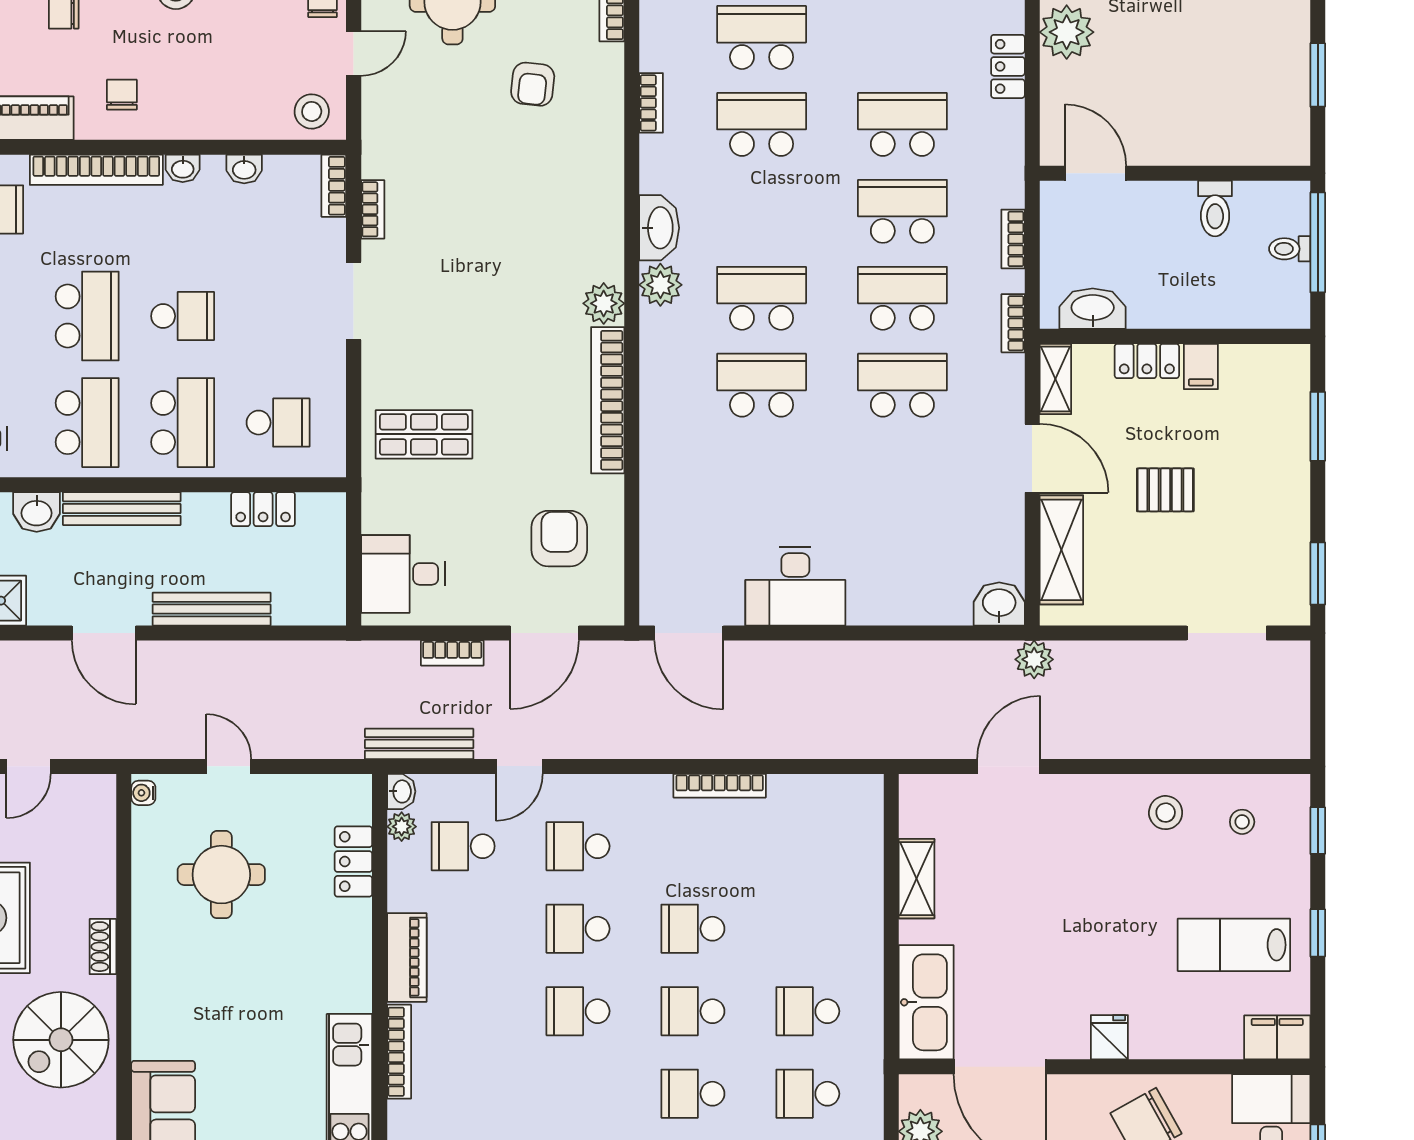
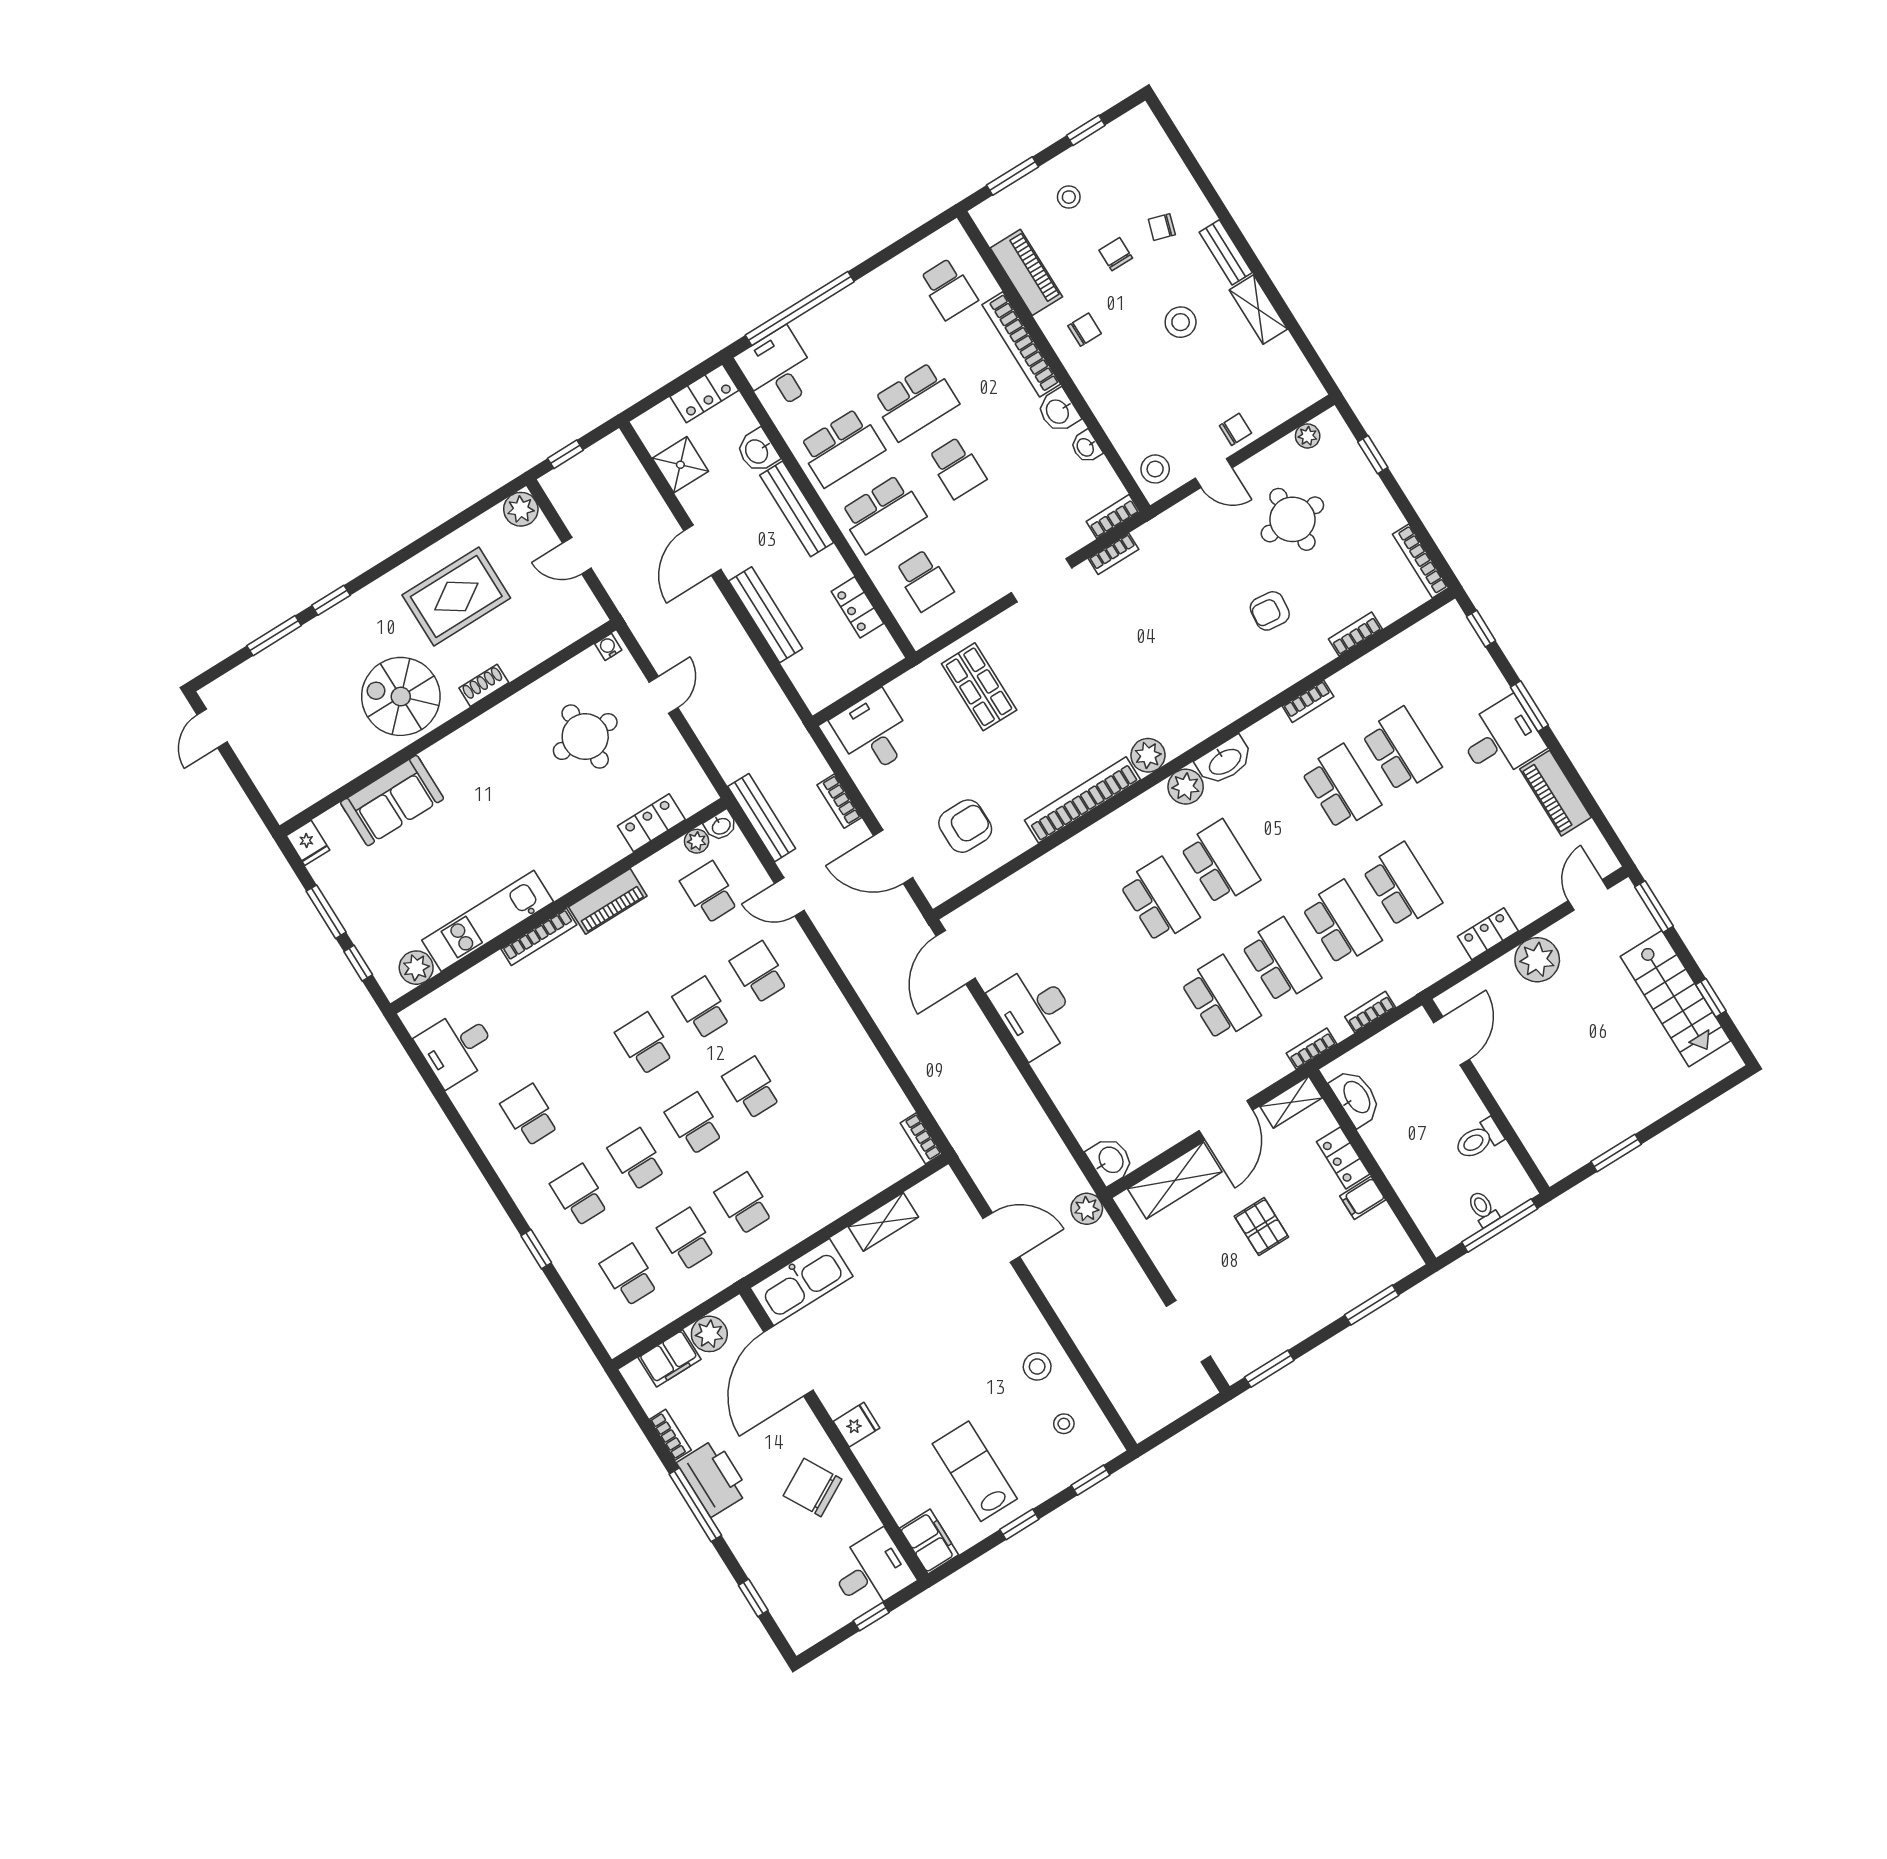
washbasin: (183, 168) -> (1058, 411), width x1.38, depth x1.45
bookcase: (720, 786) -> (921, 1138), moved, width x0.64

